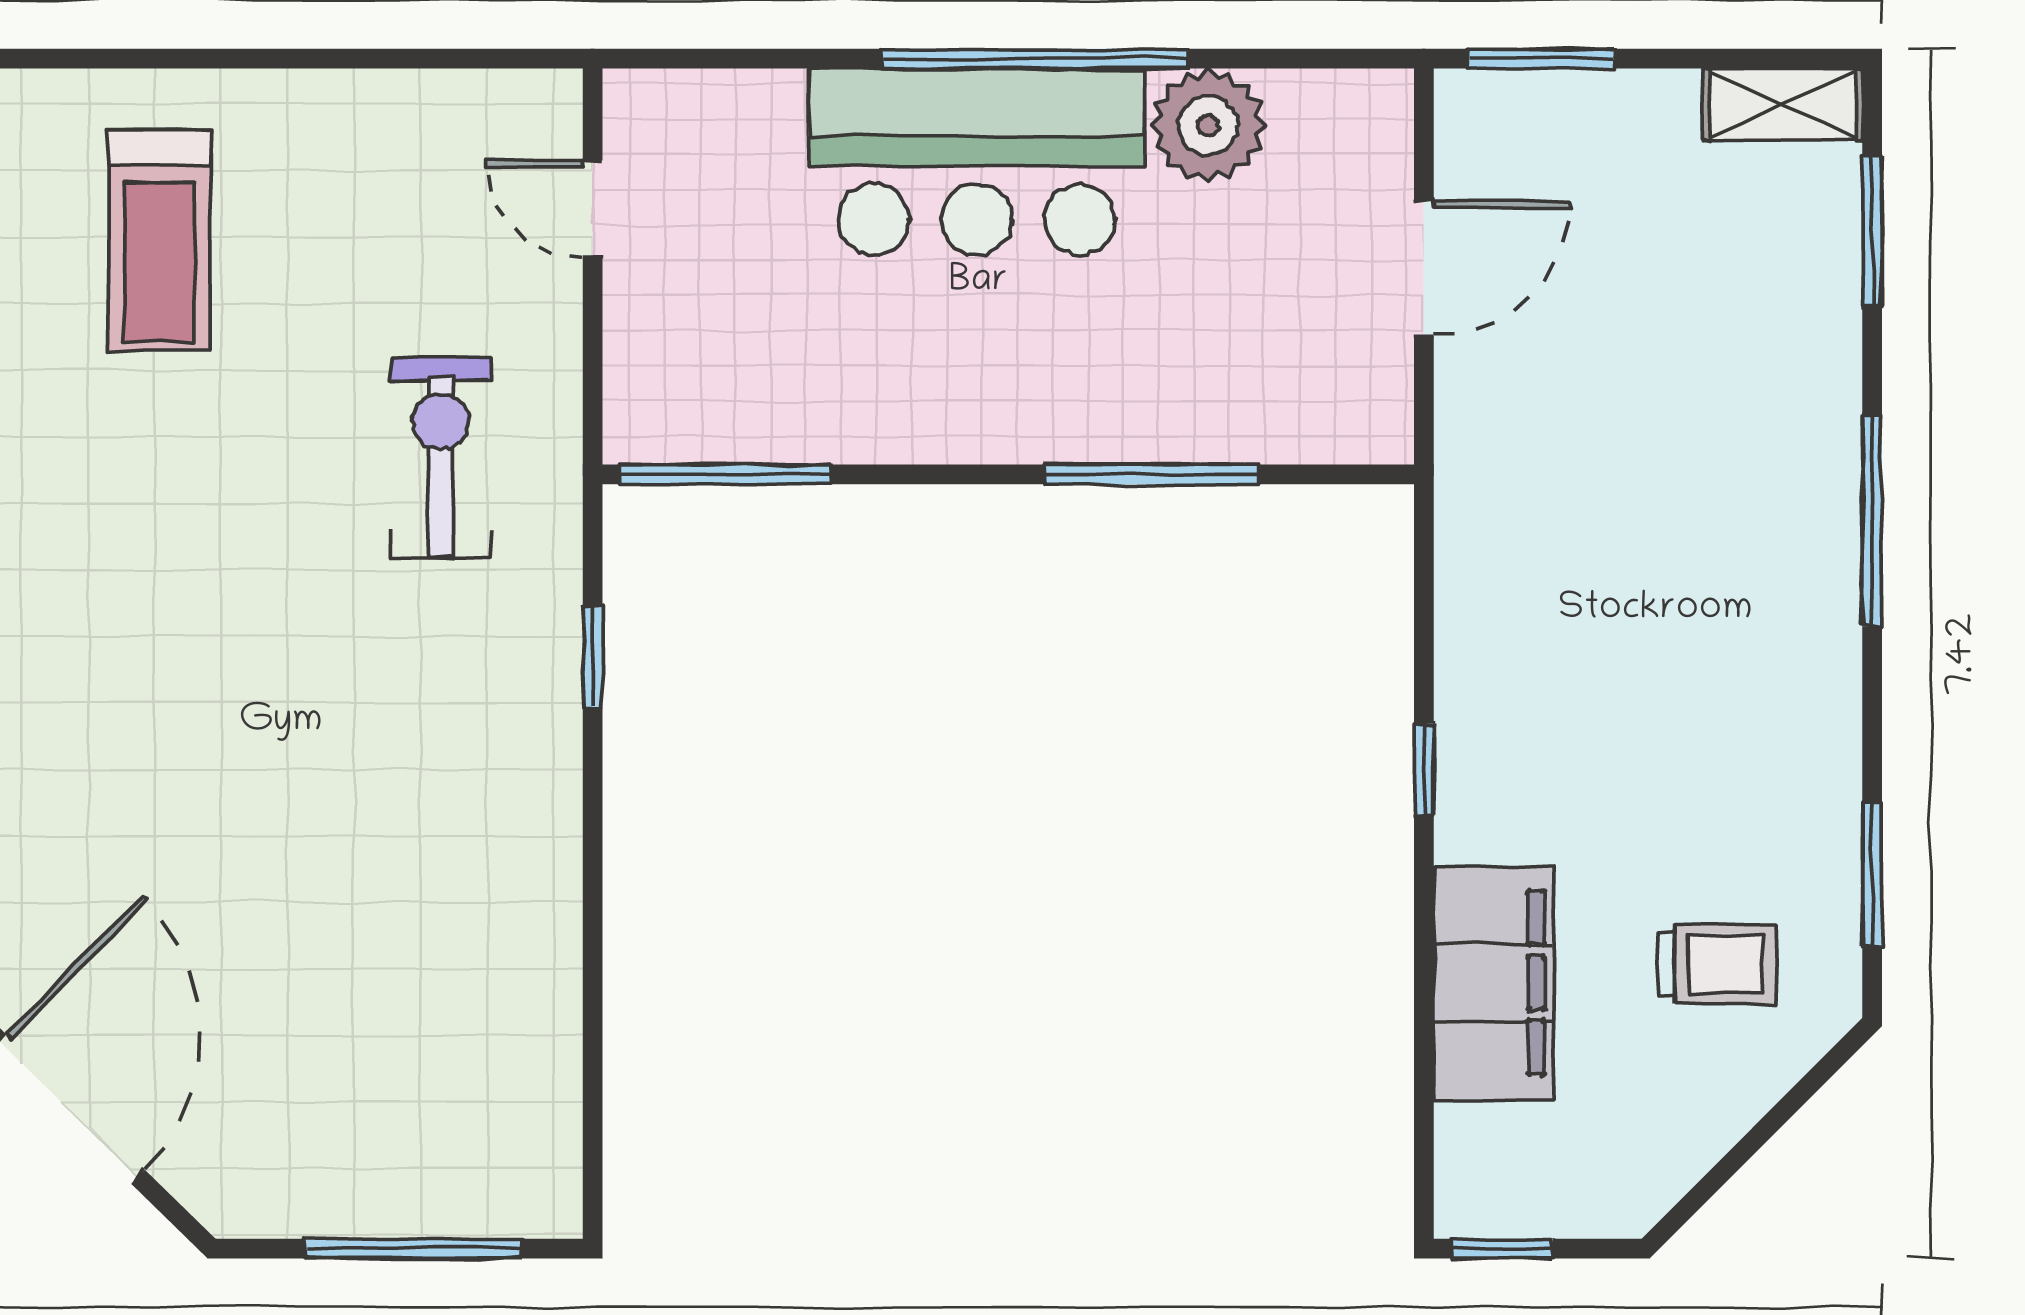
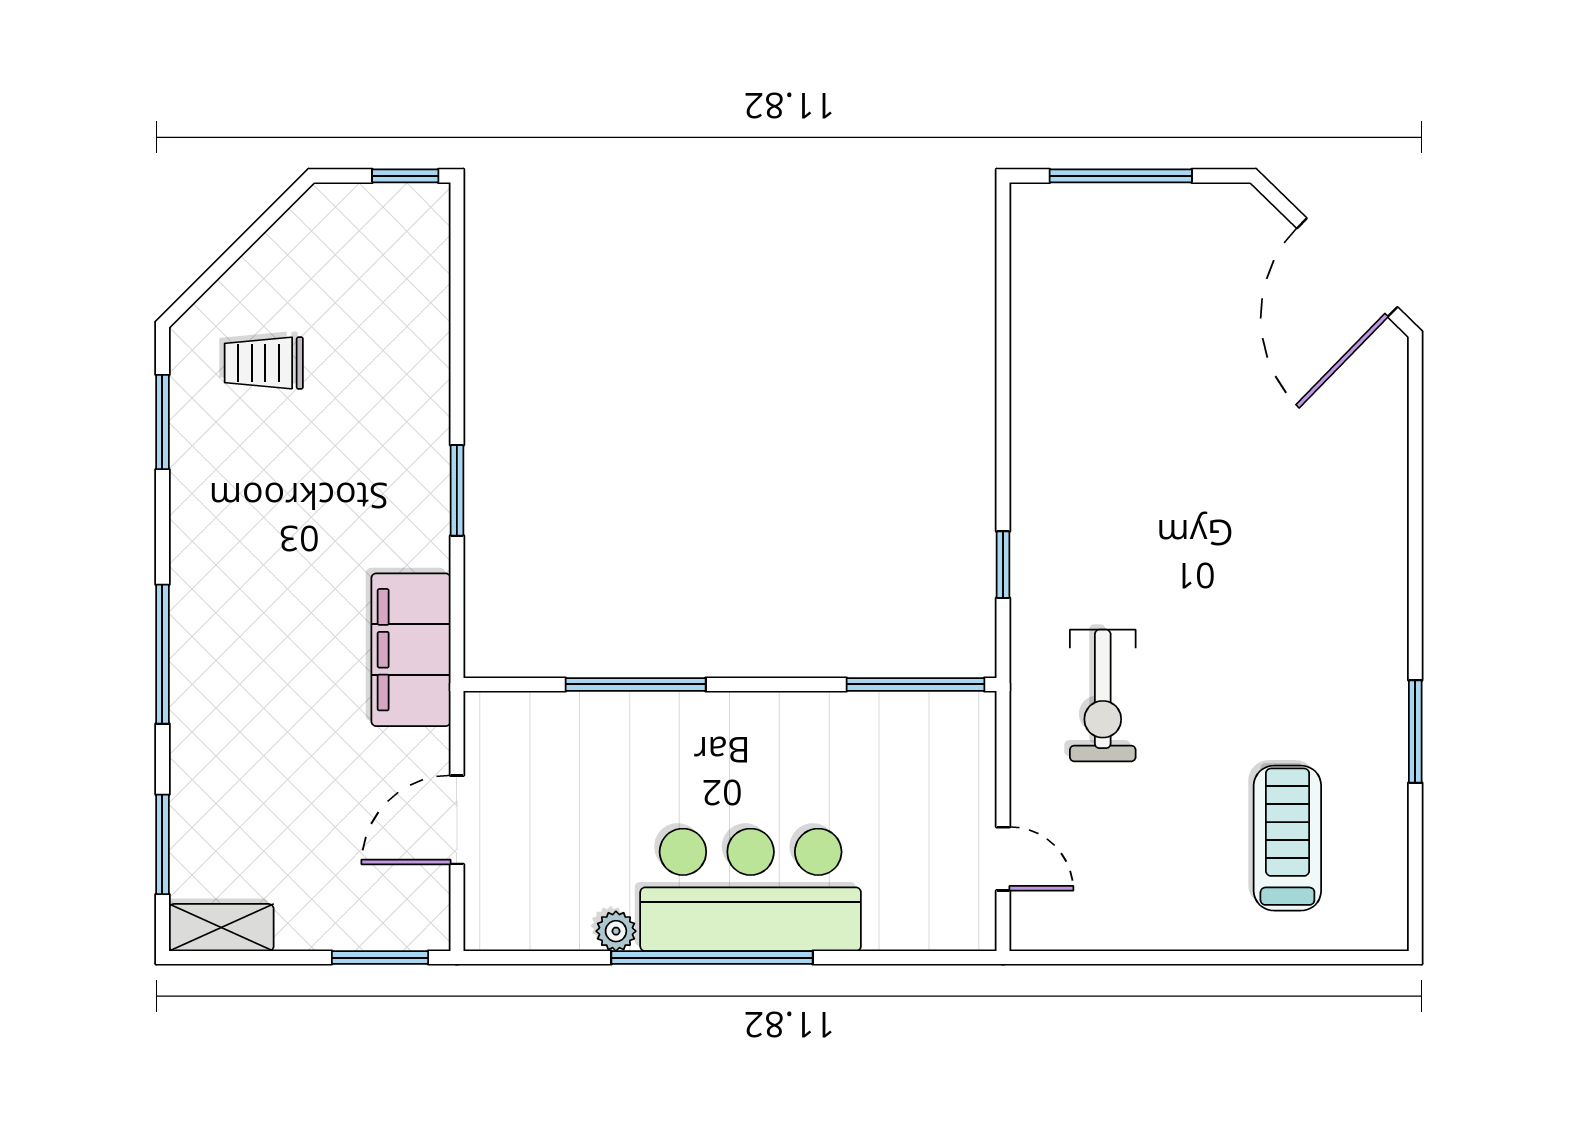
plant: (1208, 125) -> (616, 931), width x0.53, depth x0.53
window: (1424, 770) -> (457, 490), width x1.50
filing cabinet: (1494, 983) -> (411, 650), moved

